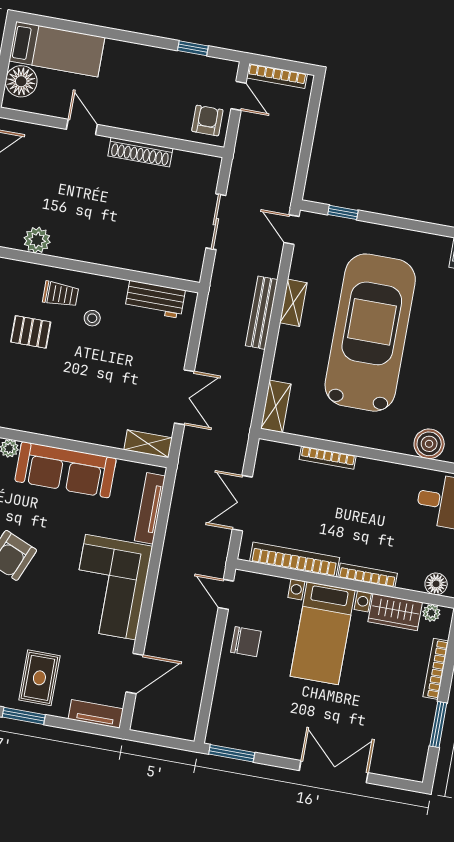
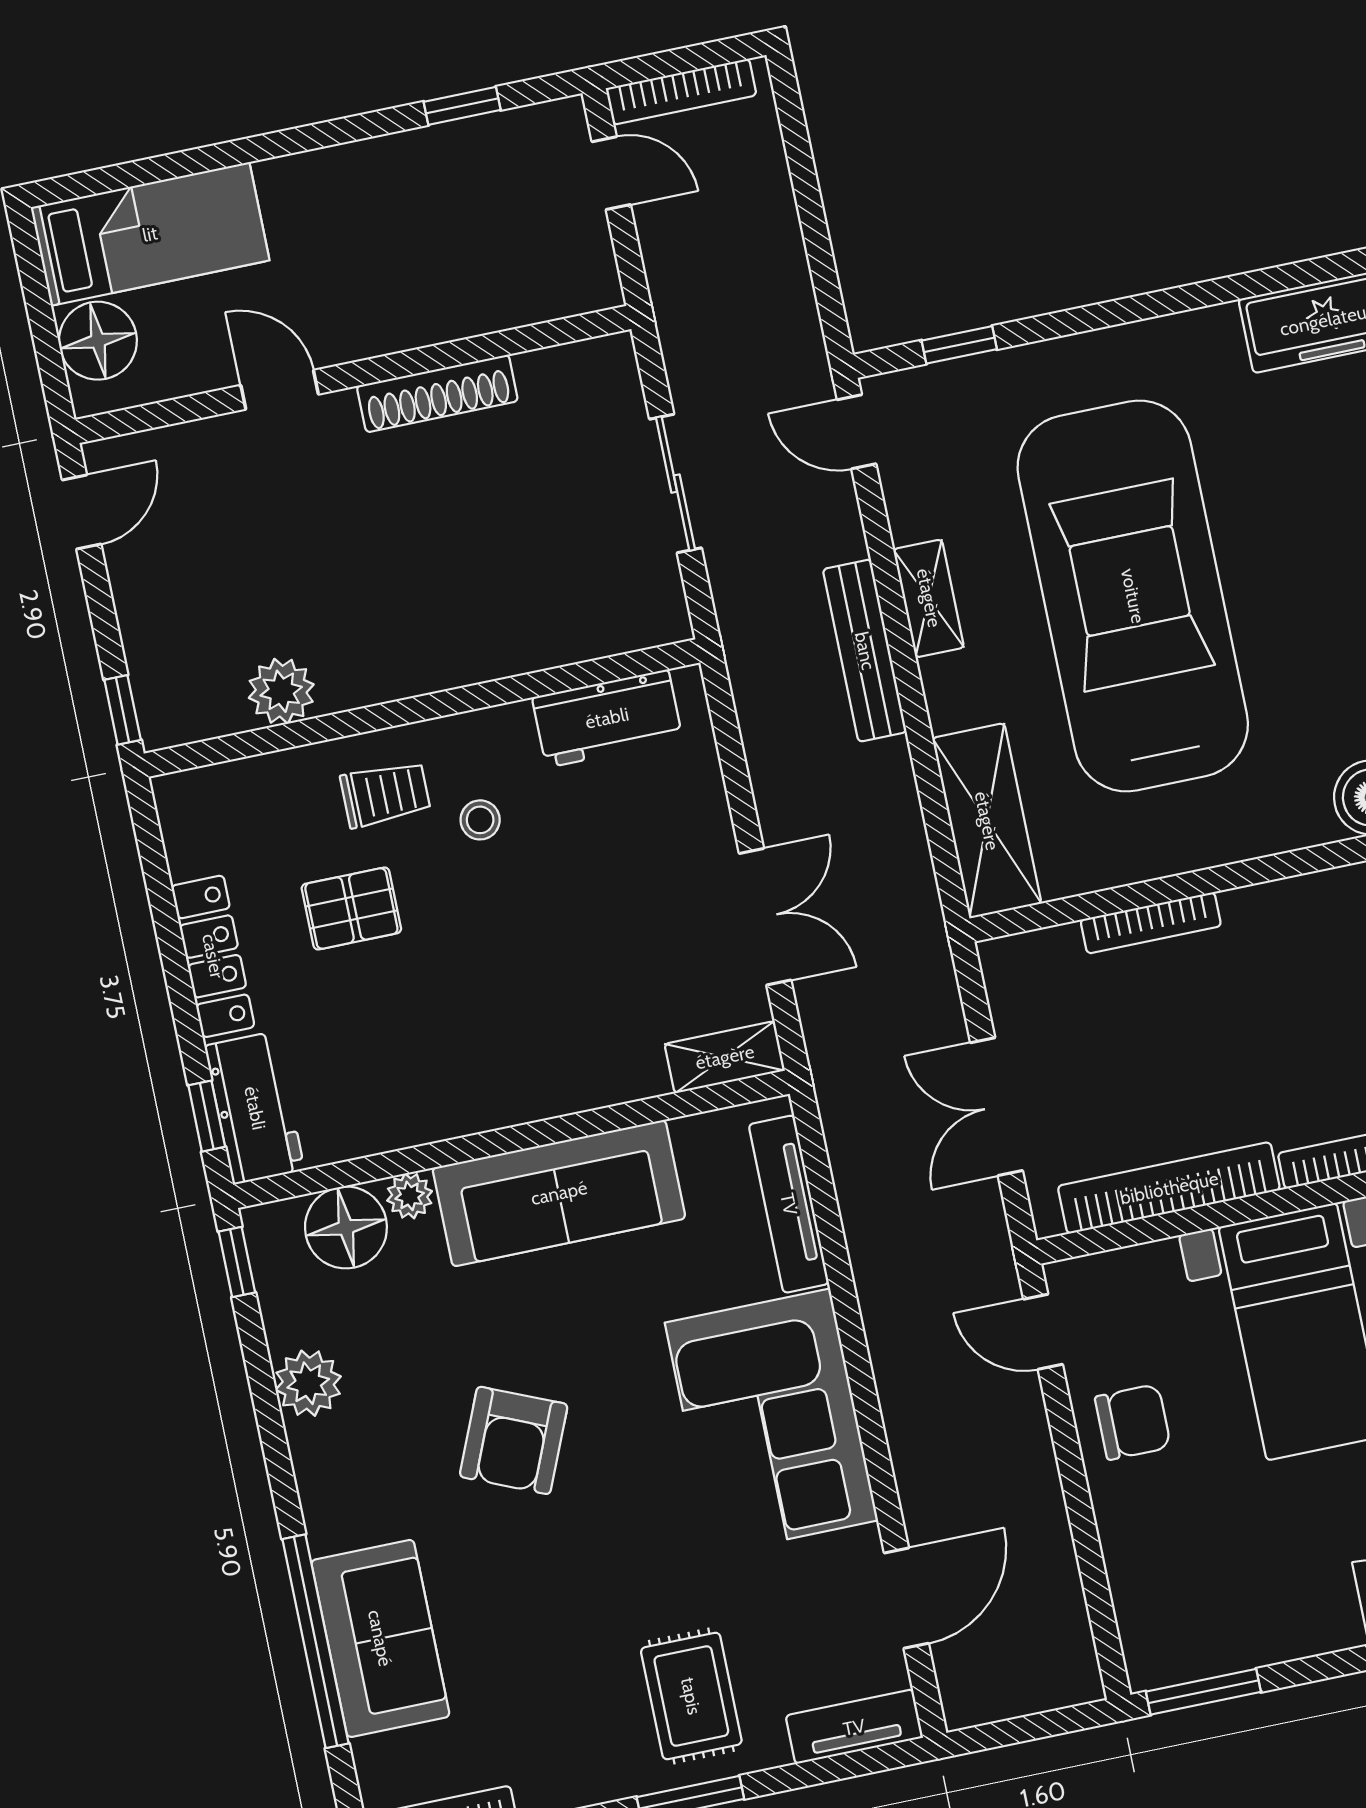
armchair: (207, 120) -> (562, 259), removed
shelving: (276, 406) -> (987, 821), width x1.50, depth x1.33

